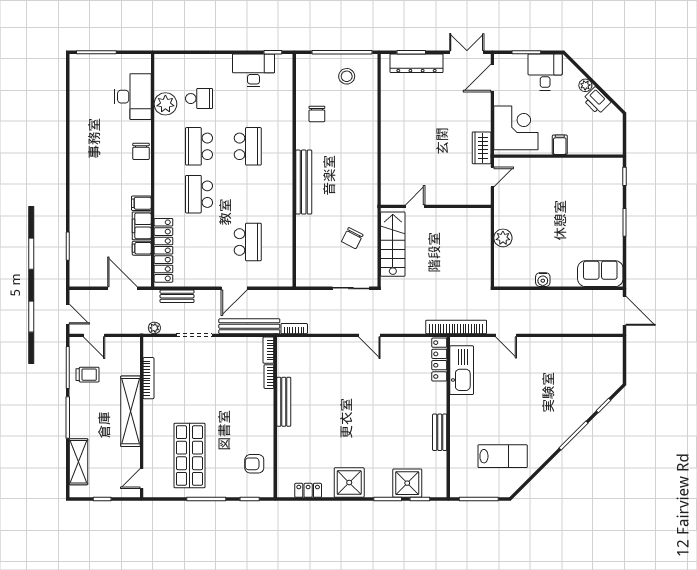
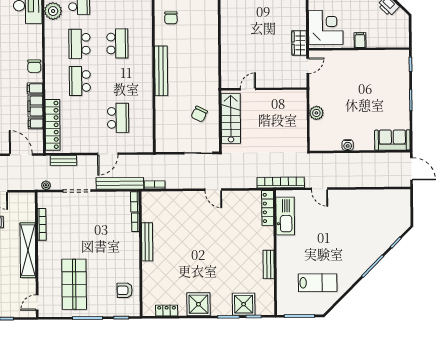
chair: (141, 151) -> (34, 66), moved

